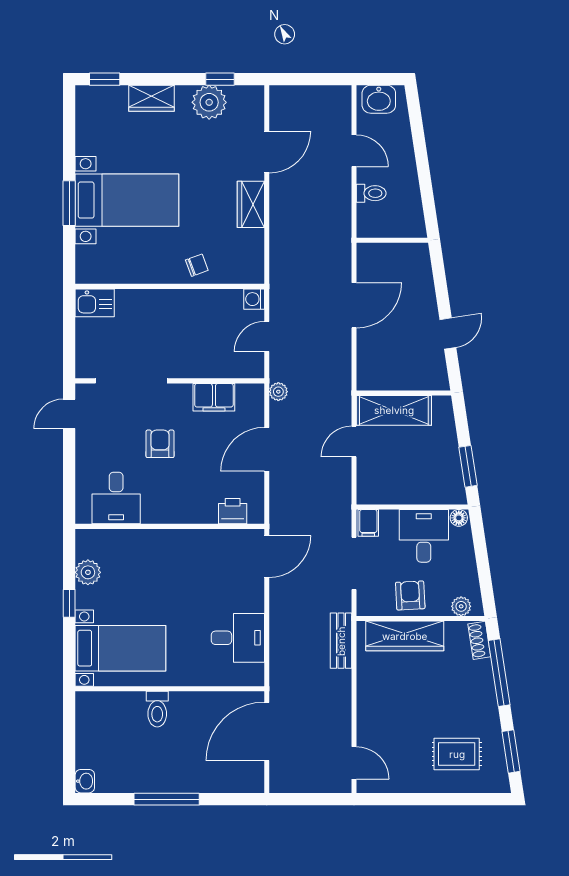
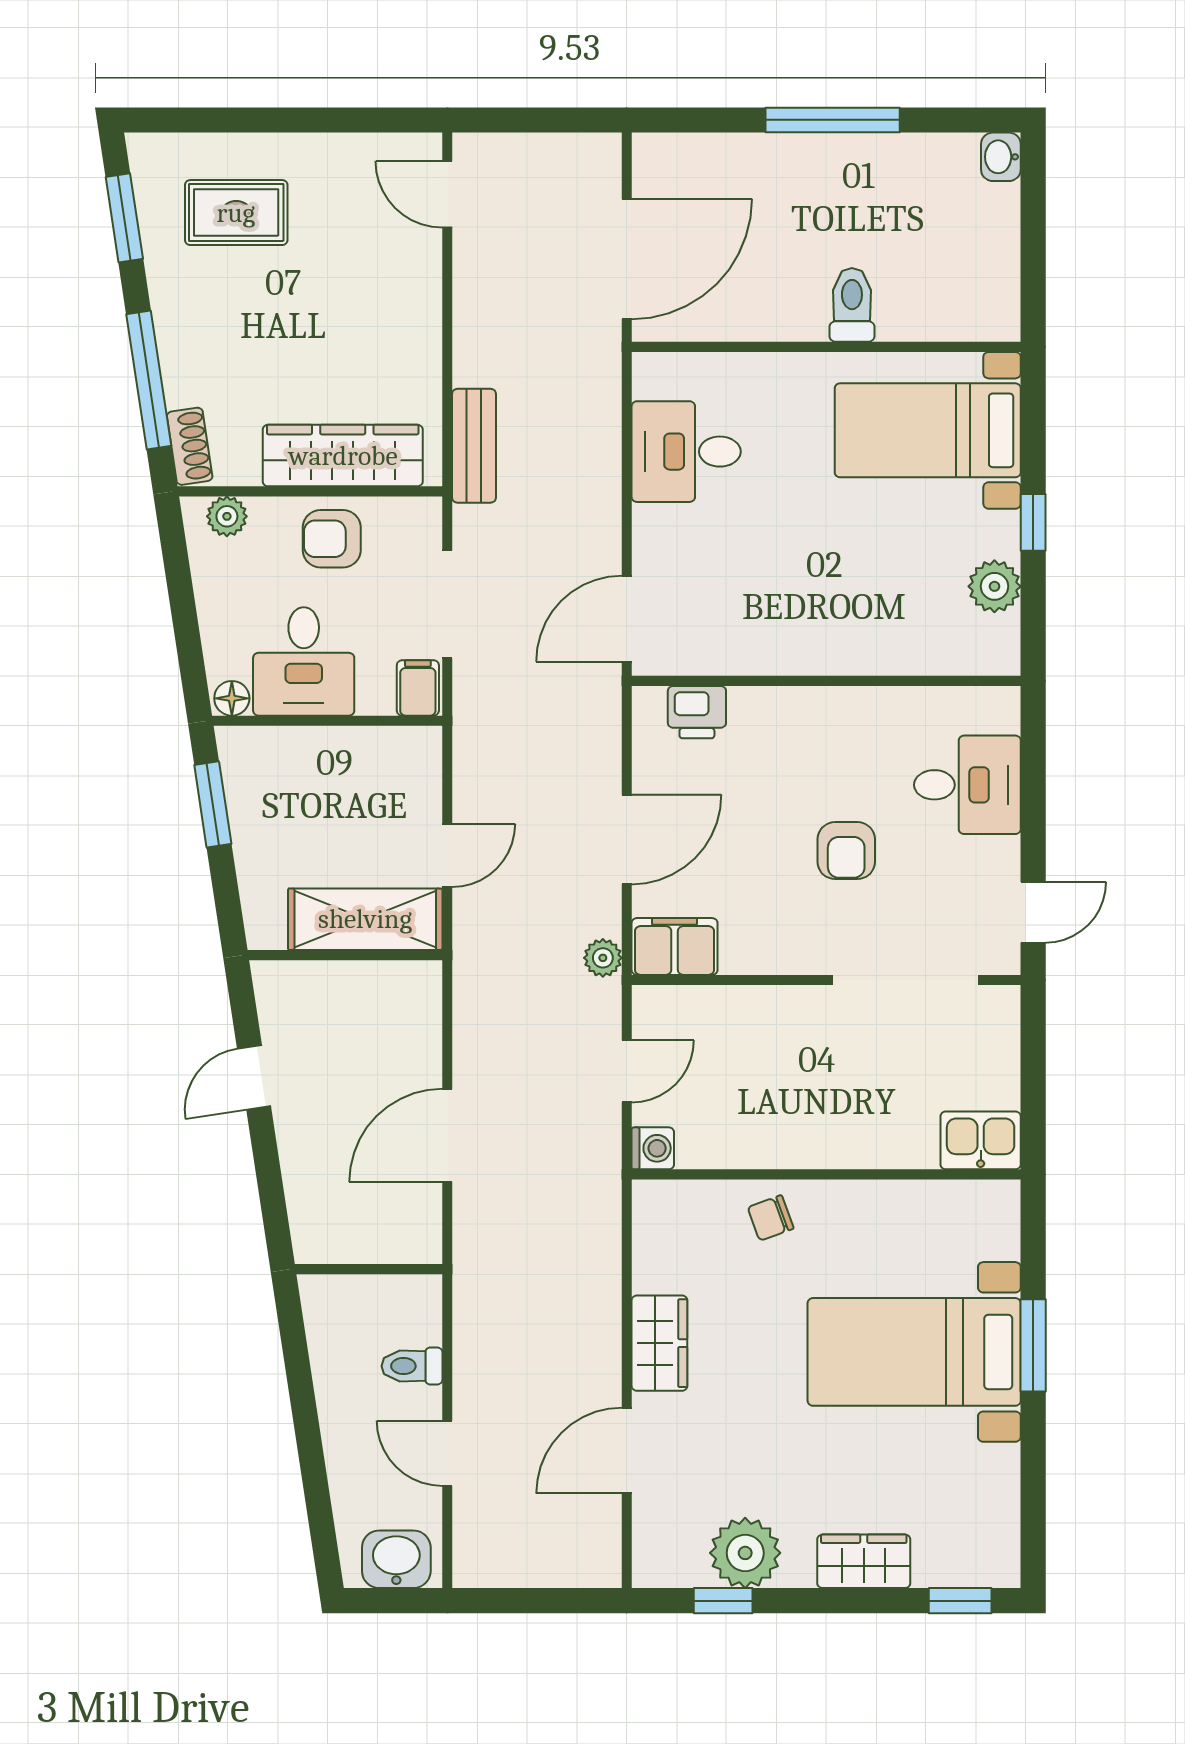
filing cabinet: (214, 397) -> (675, 946), moved
desk: (116, 498) -> (967, 785), moved, turned 90
armchair: (410, 595) -> (332, 539), turned 93

